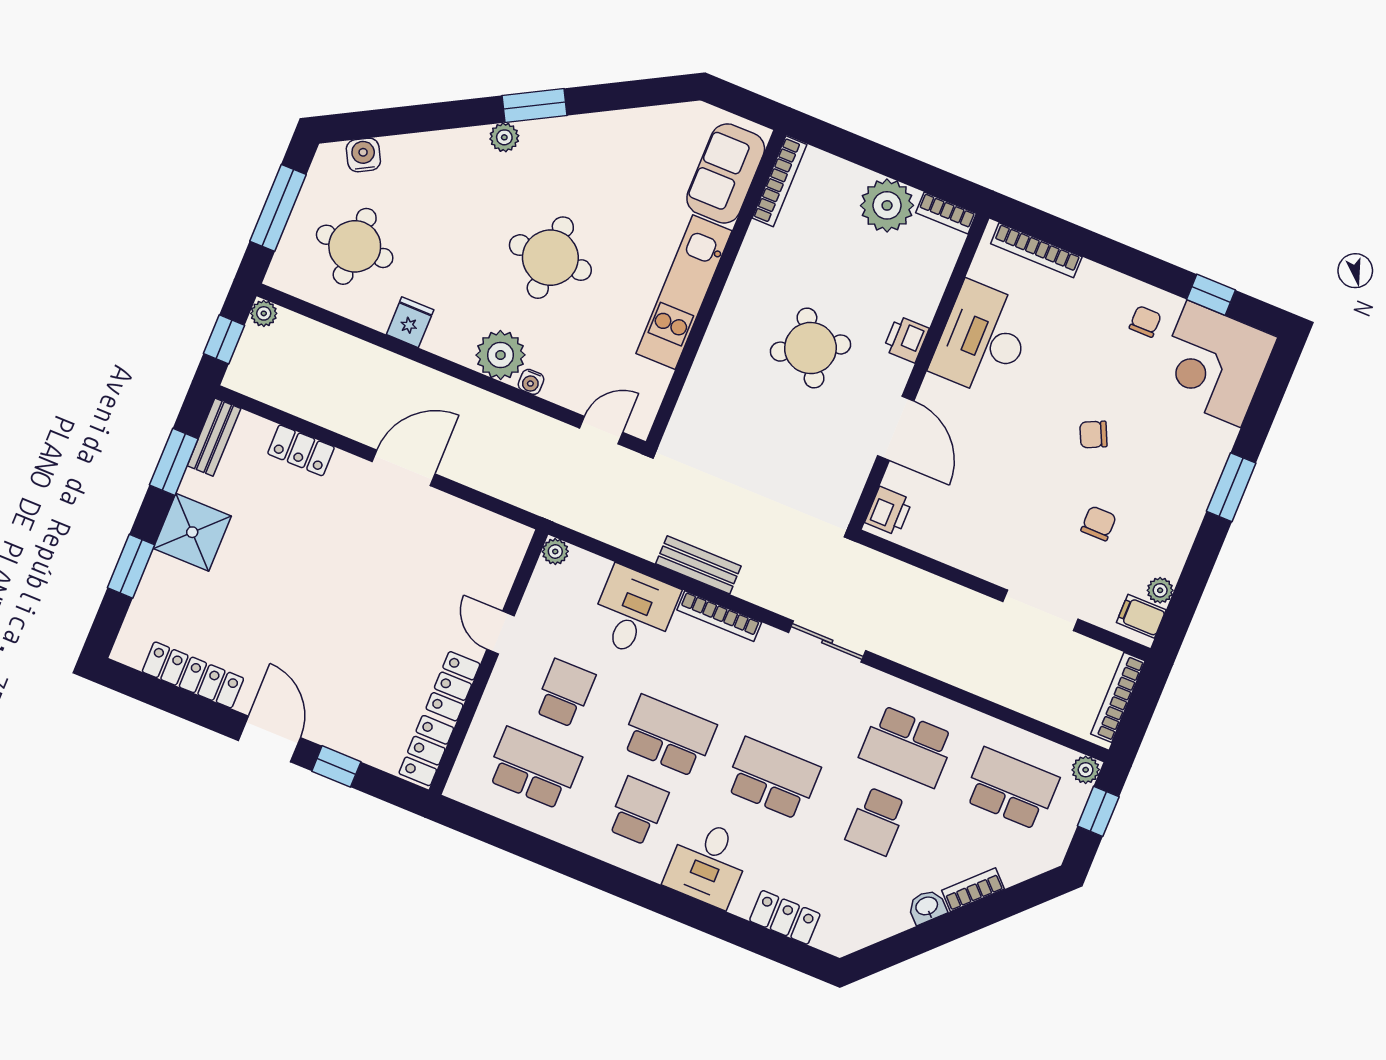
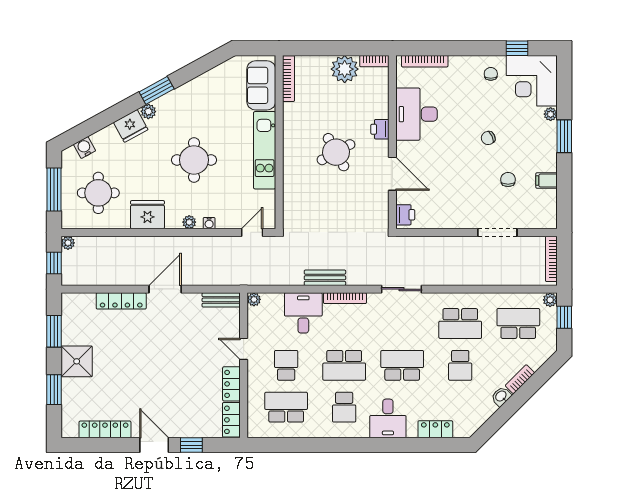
fridge: (462, 150) -> (131, 126), added
fridge: (410, 322) -> (147, 215), width x1.88, depth x1.34
plant: (500, 355) -> (189, 222), width x0.53, depth x0.53
bench: (214, 437) -> (221, 300), moved, turned 90
locker: (301, 450) -> (121, 301), width x1.53
plant: (1160, 590) -> (551, 114), moved
filing cabinet: (1141, 616) -> (547, 181), moved
school desk: (669, 736) -> (344, 365), turned 180
school desk: (638, 811) -> (344, 407), turned 180

